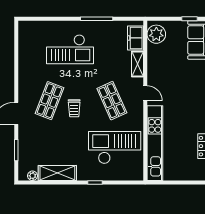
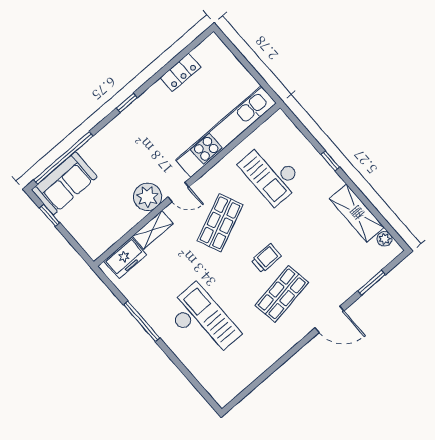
plant: (156, 34) -> (148, 197), moved
door: (145, 93) -> (178, 192), swing flipped
shop shelf: (50, 101) -> (282, 294), turned -30
checkout: (115, 148) -> (271, 173), width x0.73, depth x0.83

